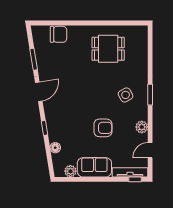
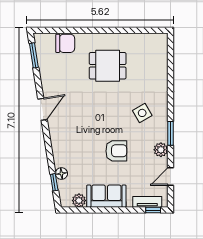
dining table: (108, 49) -> (108, 66), moved
window: (34, 59) -> (34, 55), moved
window: (150, 95) -> (171, 133), moved
window: (45, 128) -> (54, 182), moved
tv unit: (130, 172) -> (147, 202), width x0.71

